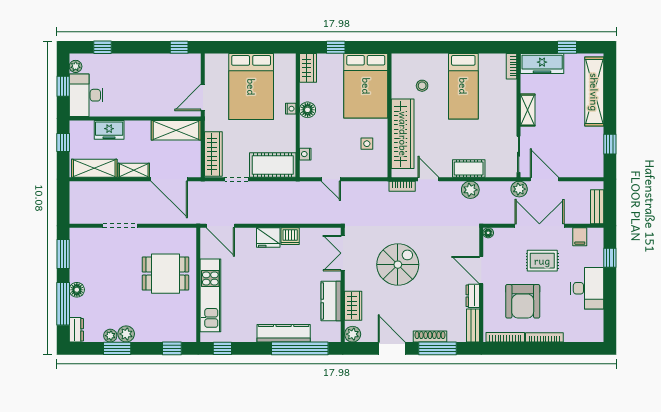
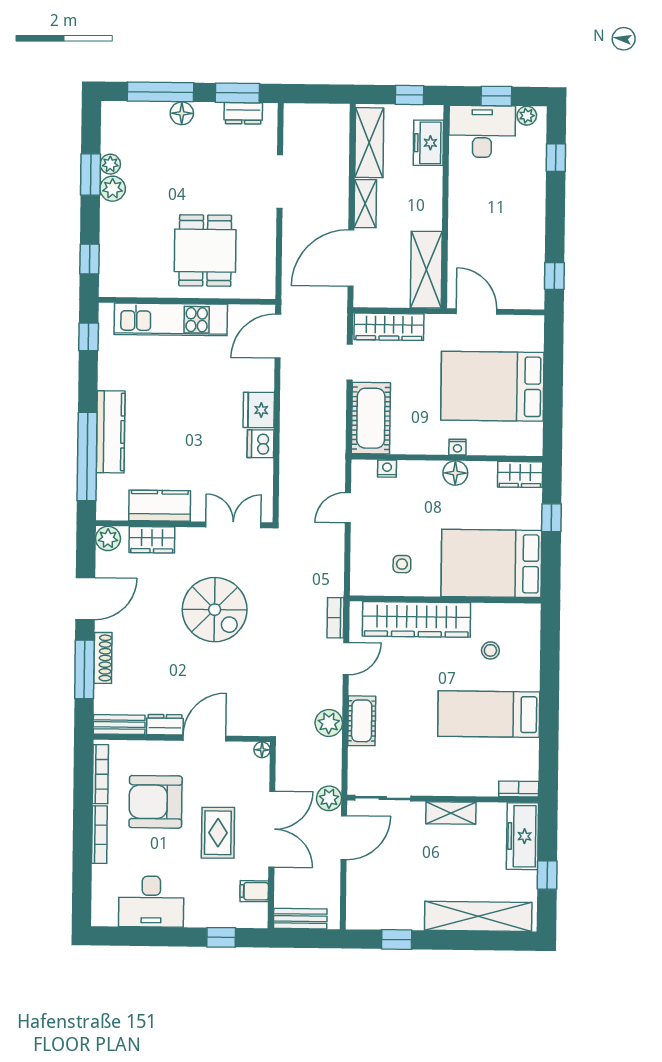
freezer: (109, 130) -> (428, 143), moved
desk: (587, 288) -> (151, 902), moved
dresser: (76, 330) -> (243, 113), moved

